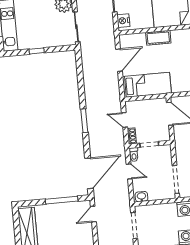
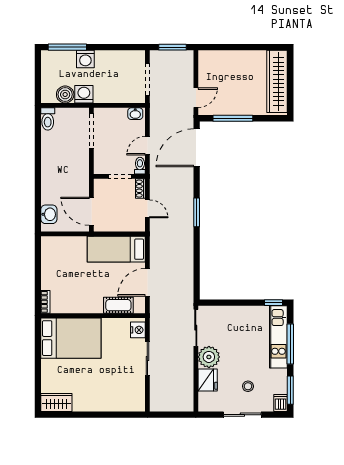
cot: (158, 38) -> (118, 305), moved
window: (37, 51) -> (273, 303), moved
door: (129, 171) -> (147, 146), hinge flipped

